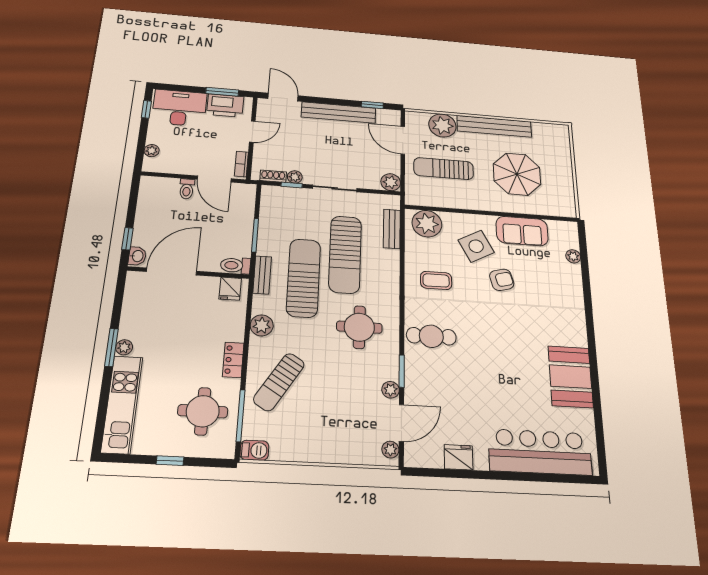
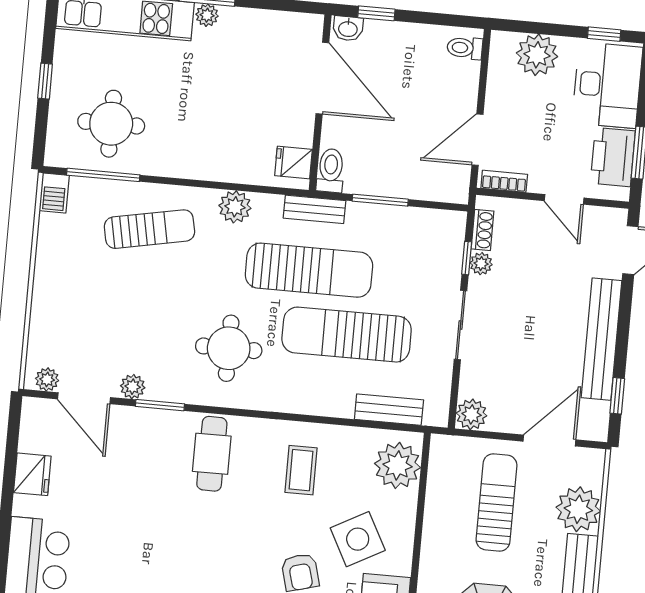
plant: (152, 151) -> (537, 55), width x1.87, depth x1.87
toilet: (187, 189) -> (465, 48), moved
locker: (233, 360) -> (184, 166), removed
sun lounger: (279, 382) -> (149, 229), turned 137

